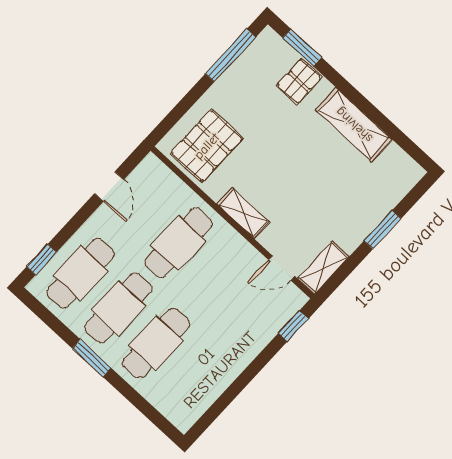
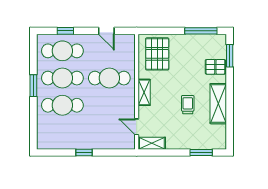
pallet: (207, 146) -> (157, 54), turned 90
trolley: (316, 168) -> (188, 105), added
door: (109, 187) -> (106, 31), hinge flipped
window: (383, 230) -> (201, 152), moved
window: (42, 259) -> (65, 31), moved
window: (293, 326) -> (84, 152), moved

